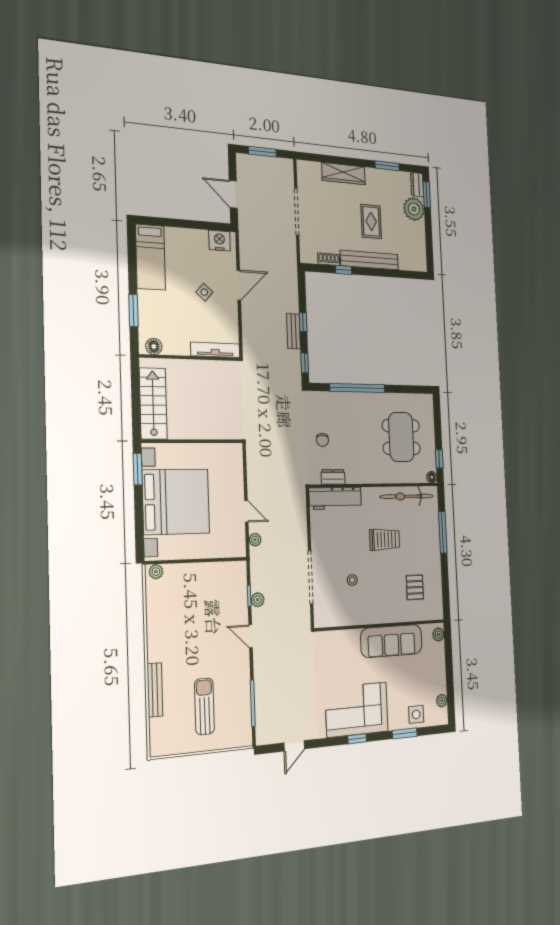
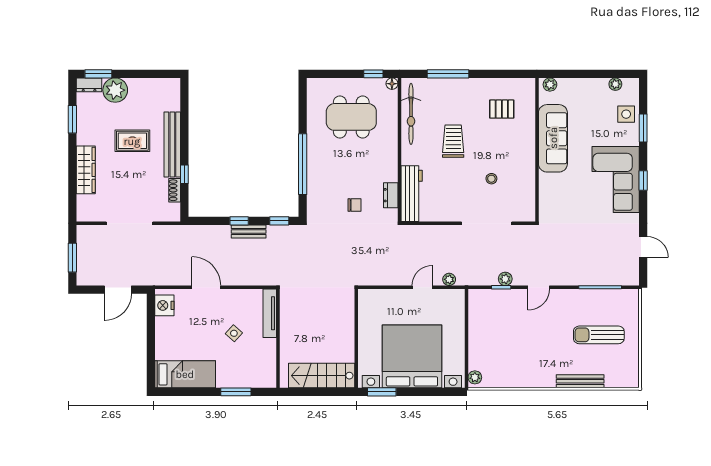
side table: (204, 292) -> (234, 333), moved
floor lamp: (154, 346) -> (269, 373), removed

